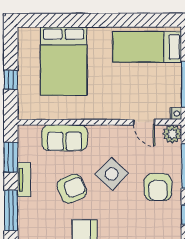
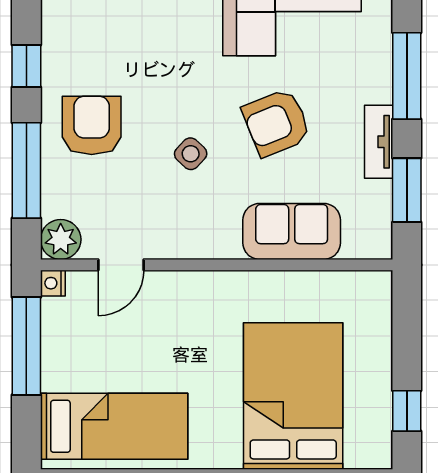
window: (11, 80) -> (407, 411), moved
door: (144, 122) -> (121, 265), swing flipped
side table: (112, 174) -> (191, 154), width x0.54, depth x0.54

